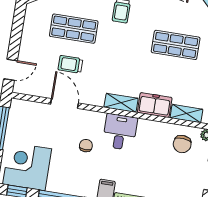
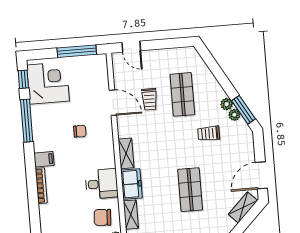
trolley: (70, 64) -> (149, 99), turned 180
door: (65, 104) -> (113, 103), hinge flipped
desk: (120, 132) -> (102, 184), moved

